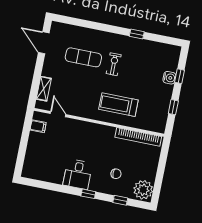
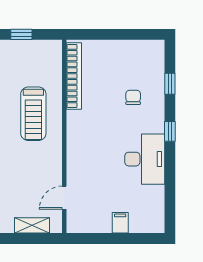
filing cabinet: (38, 126) -> (120, 223), moved
desk: (78, 174) -> (145, 159), width x1.37
plant: (143, 190) -> (148, 54), removed

